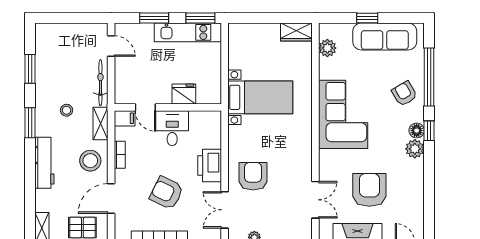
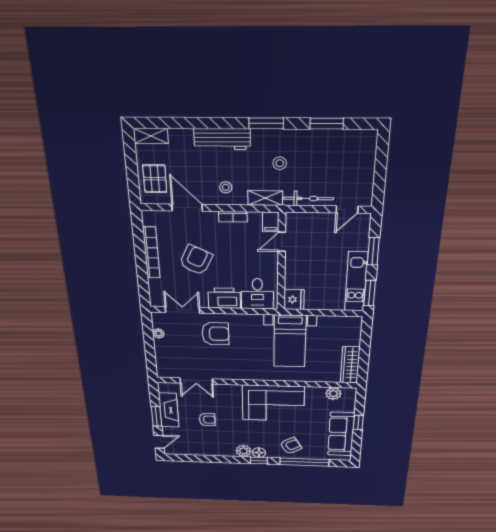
wardrobe: (296, 32) -> (350, 365), width x1.50
fridge: (184, 94) -> (294, 300), moved
desk: (172, 128) -> (257, 294), moved, turned 90
stool: (90, 161) -> (226, 187), width x0.53, depth x0.53
armchair: (369, 190) -> (207, 420), width x0.53, depth x0.53

